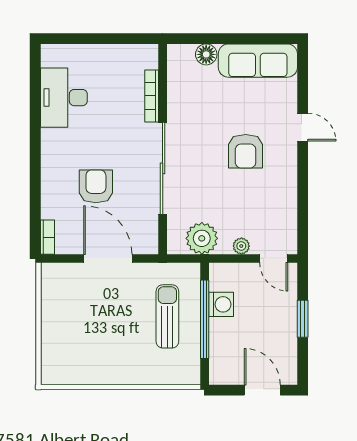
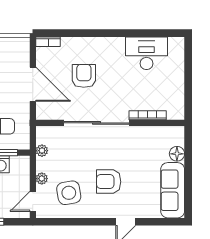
armchair: (96, 186) -> (84, 76), turned -90
side table: (261, 208) -> (69, 193), added
plant: (202, 238) -> (42, 151), width x0.53, depth x0.53
door: (108, 258) -> (33, 84), hinge flipped

